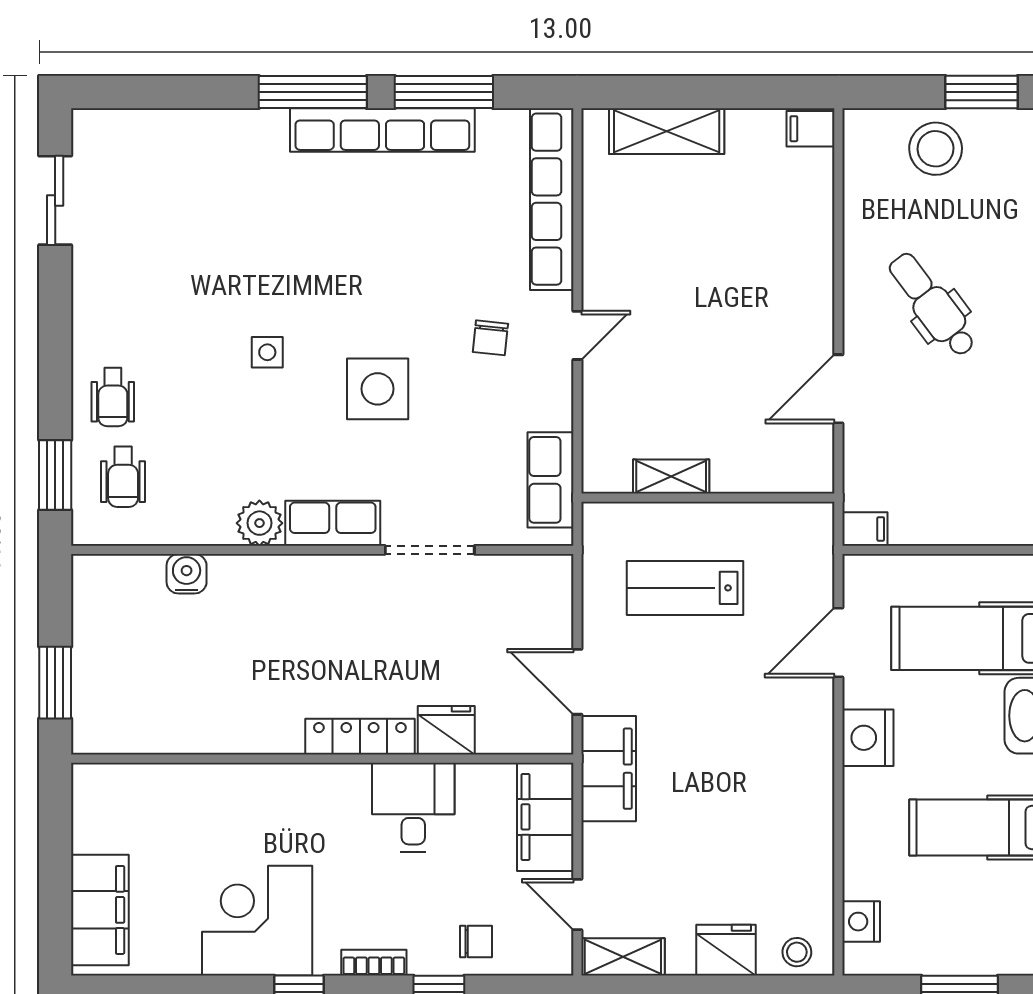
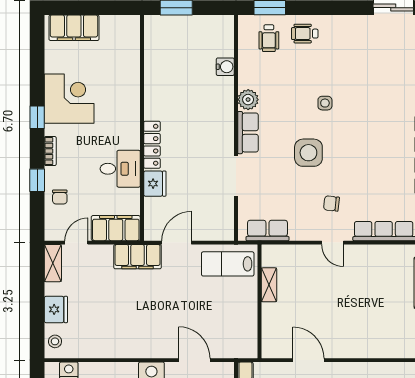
wheelchair: (123, 477) -> (269, 38), turned -90
lab bench: (685, 588) -> (228, 264), moved, turned -90

